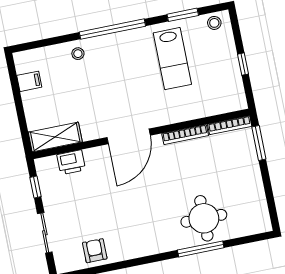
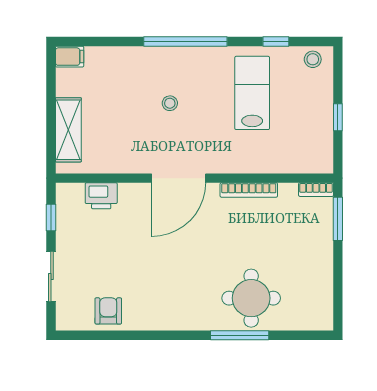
window: (183, 15) -> (276, 41), width x0.67
stool: (78, 54) -> (170, 103), moved
lab bench: (172, 59) -> (252, 93), turned 180
filing cabinet: (29, 81) -> (70, 57), moved
bookcase: (230, 125) -> (316, 190), width x0.64
shelving: (55, 137) -> (68, 130), moved, turned 90

